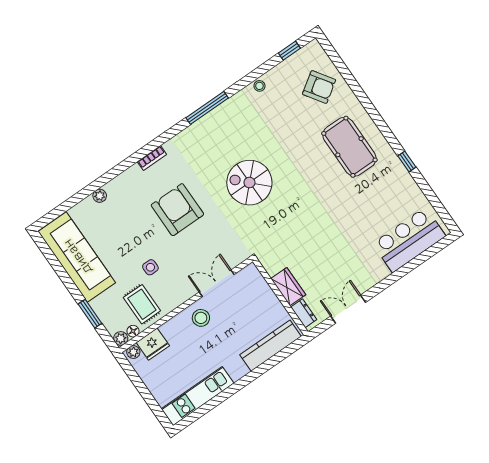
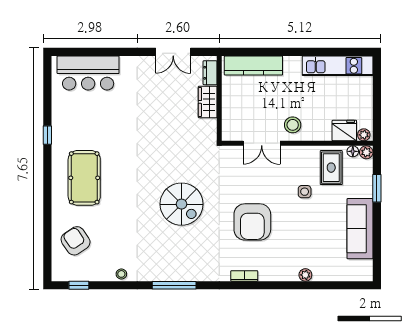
sofa: (77, 257) -> (360, 229), width x0.74, depth x0.79

